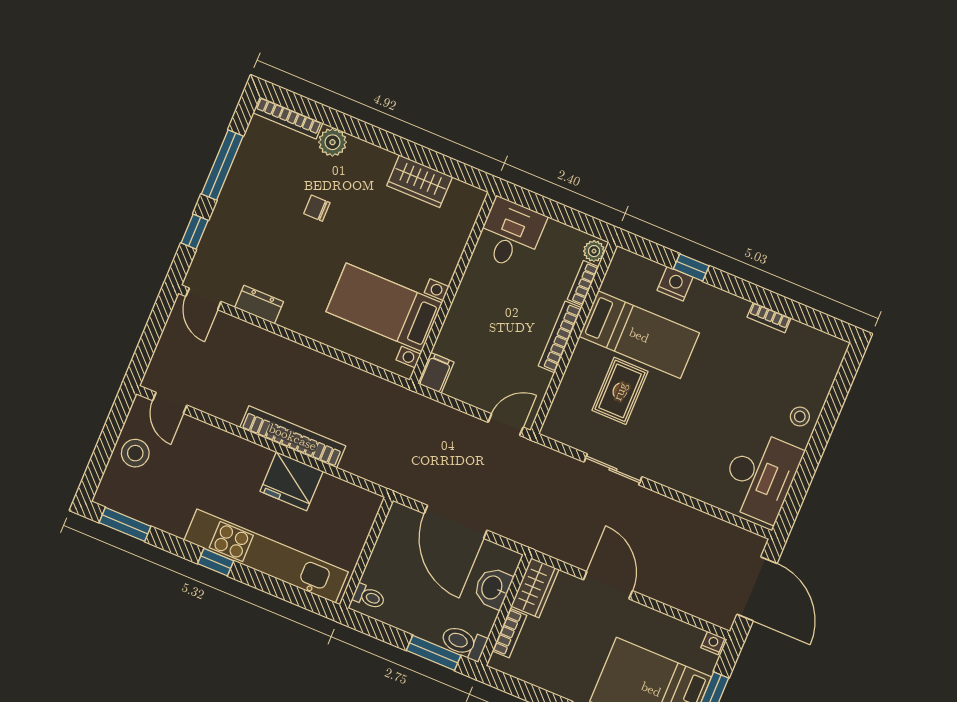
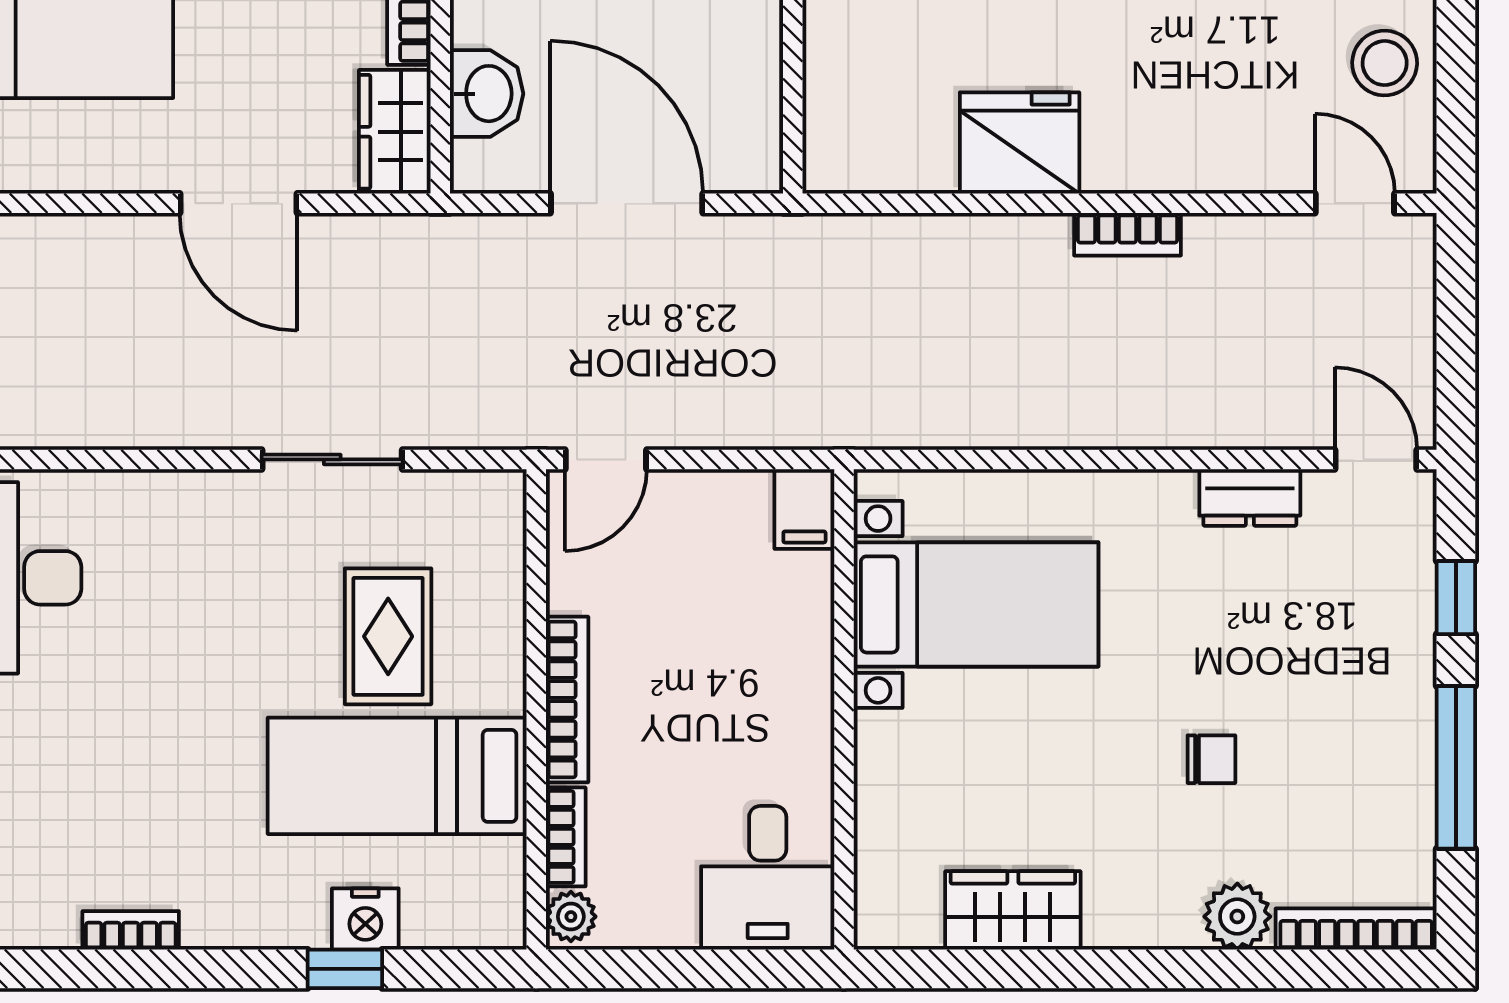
bookcase: (293, 437) -> (1127, 234), width x0.43, depth x0.76

